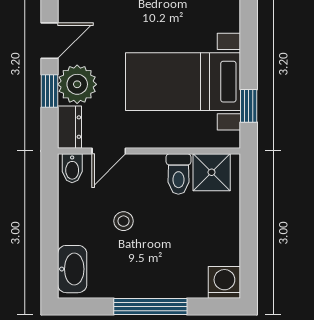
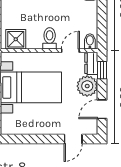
window: (49, 91) -> (102, 70), moved
toilet: (178, 174) -> (50, 38), moved
stool: (124, 221) -> (63, 13), removed

